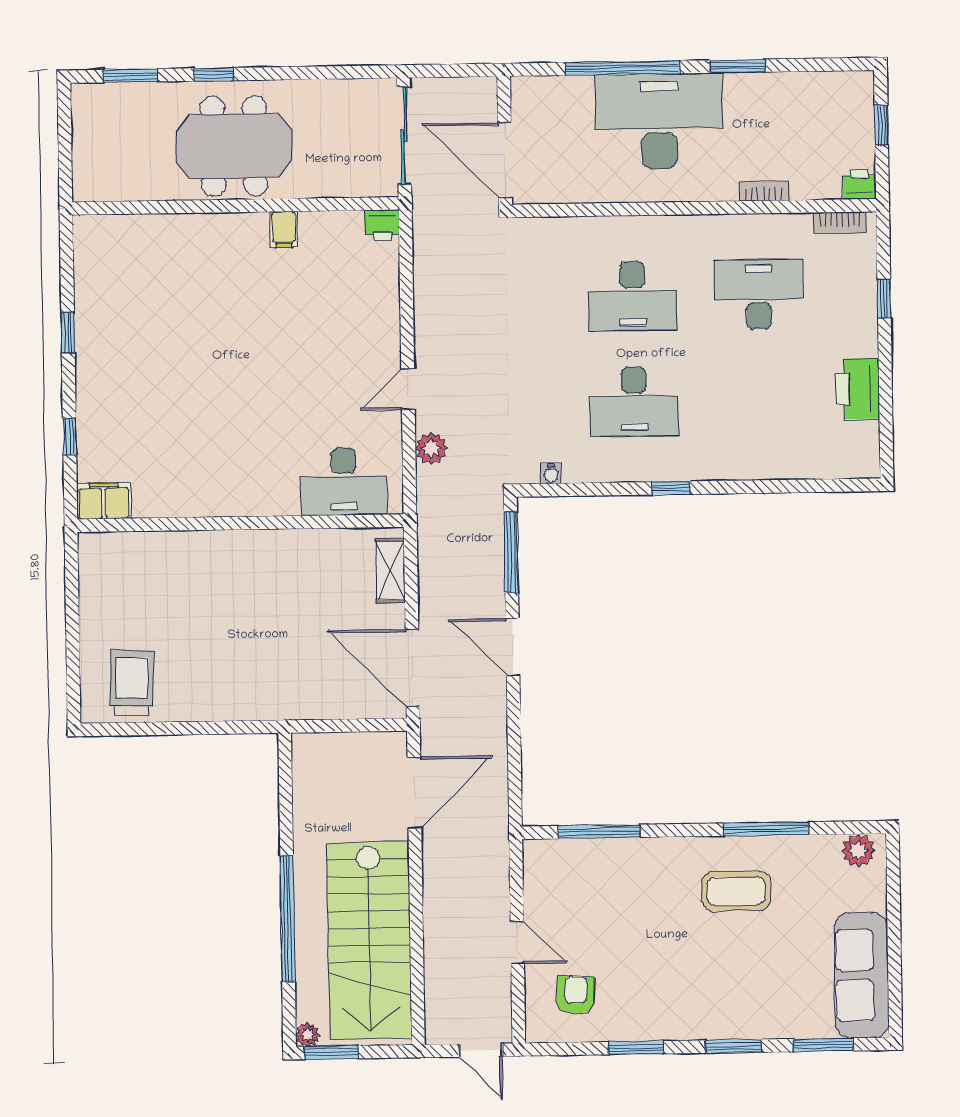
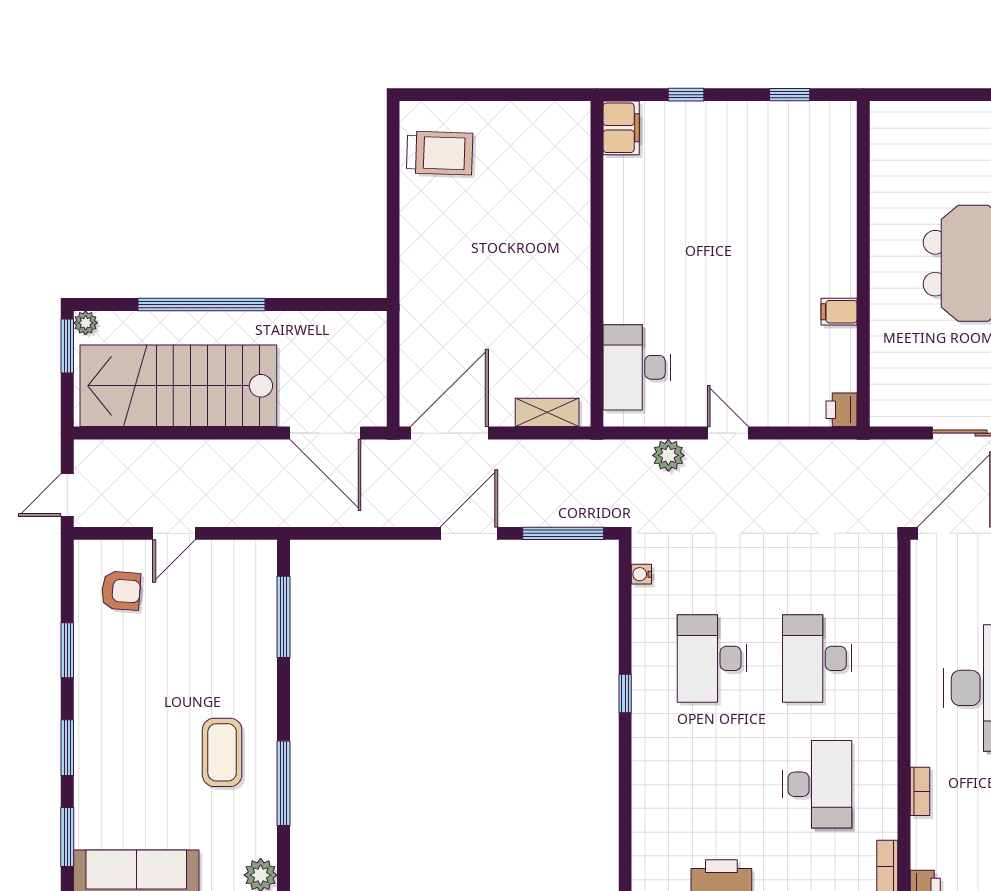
wall: (236, 206) -> (863, 264), moved
printer: (382, 225) -> (842, 410), moved
filing cabinet: (284, 229) -> (839, 312), moved

